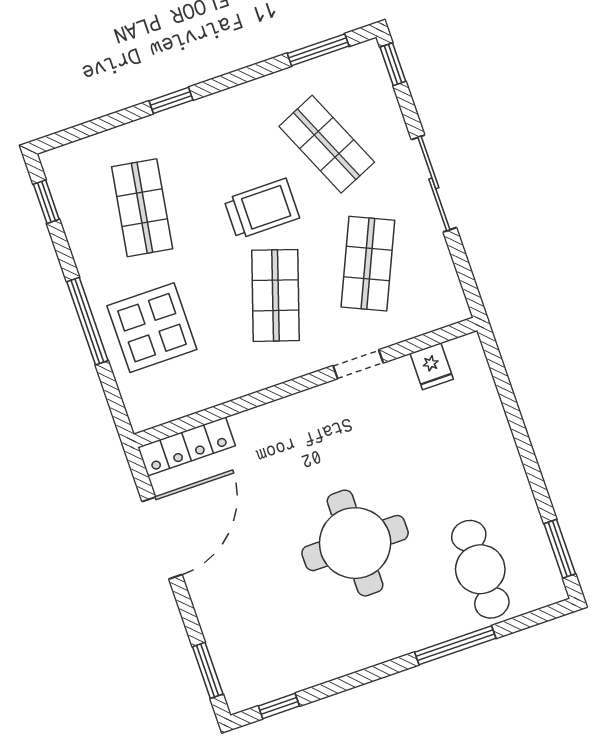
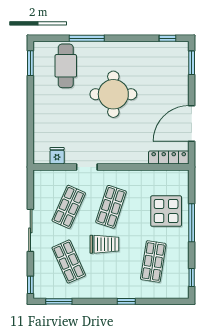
trolley: (262, 209) -> (104, 244), turned 180

